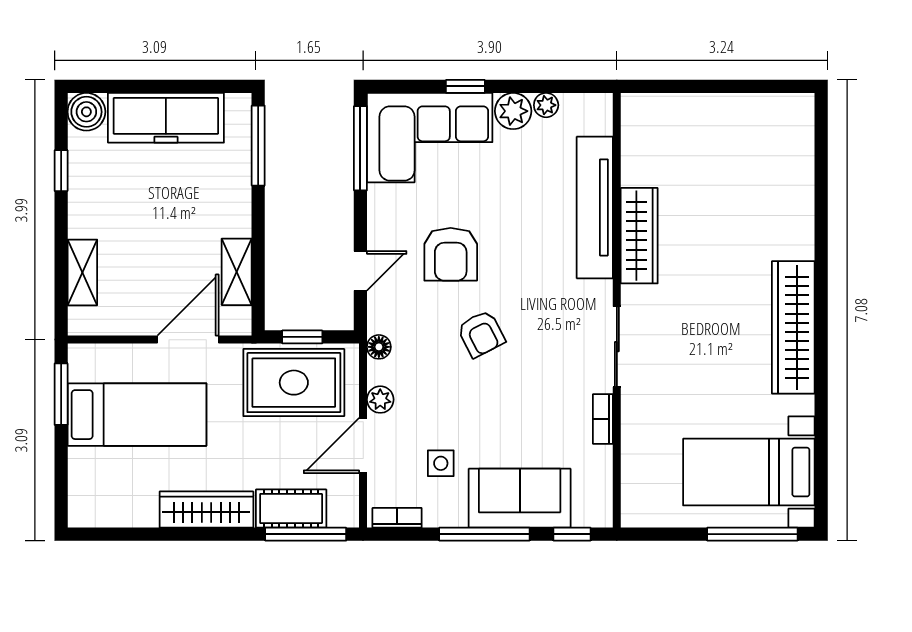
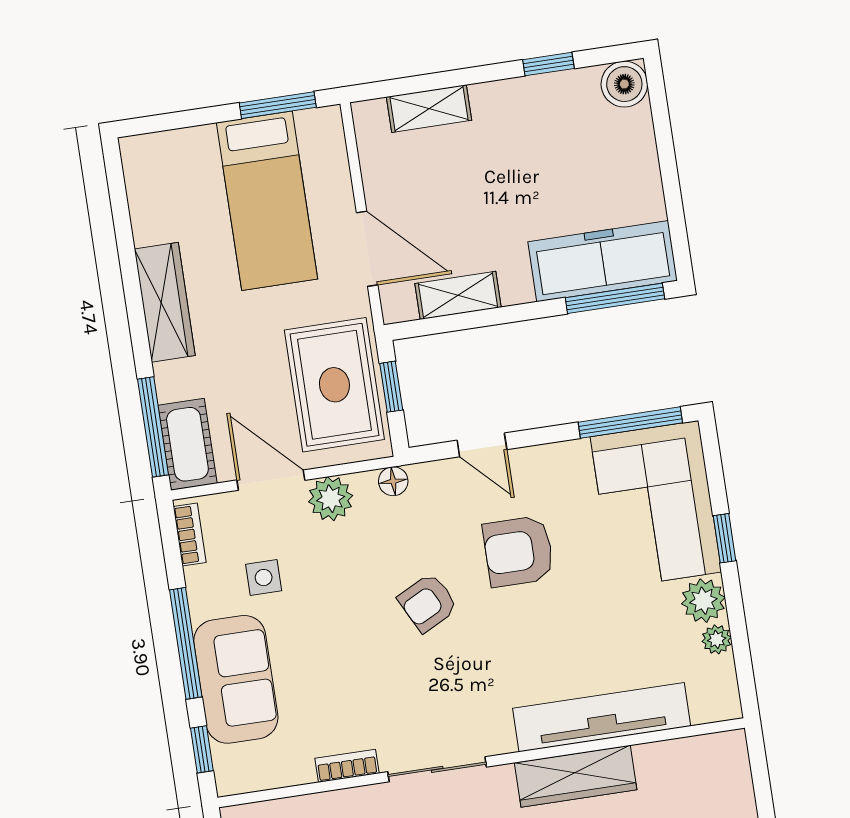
freezer: (166, 118) -> (603, 261), moved, turned 90
plant: (380, 400) -> (331, 499), width x1.38, depth x1.38
cot: (291, 509) -> (187, 444), moved

